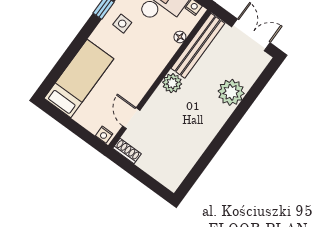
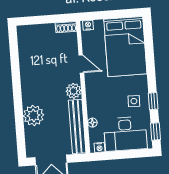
bed: (79, 78) -> (125, 47), width x1.50
door: (131, 118) -> (81, 64), moved

